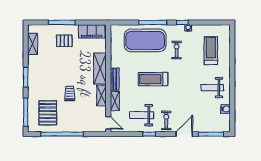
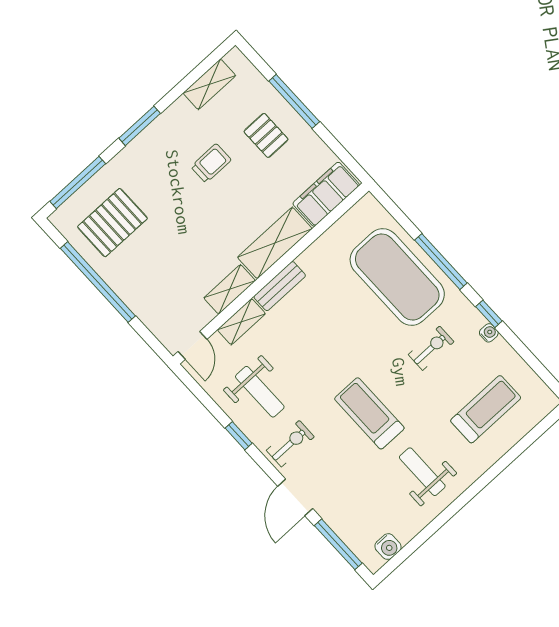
filing cabinet: (92, 31) -> (326, 194), moved, turned 90
treadmill: (153, 79) -> (369, 413), moved
trolley: (70, 94) -> (211, 163), moved
water cooler: (226, 109) -> (388, 547), moved
weight bench: (142, 115) -> (260, 392), turned 180
door: (184, 134) -> (295, 497), swing flipped

